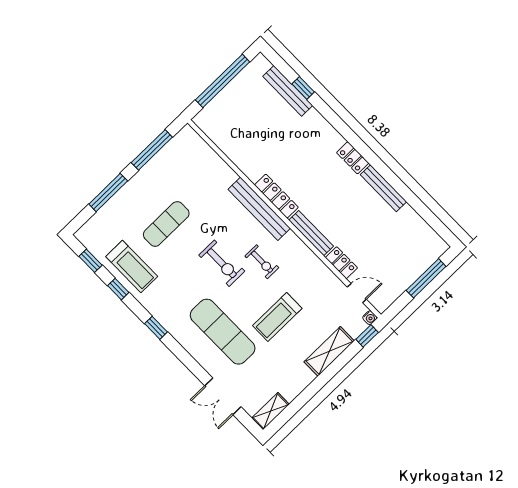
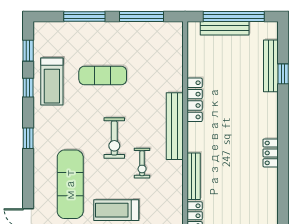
bench: (384, 188) -> (225, 28), moved, turned 90
locker: (276, 196) -> (195, 100), moved

